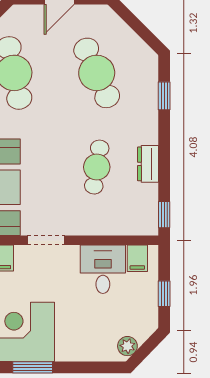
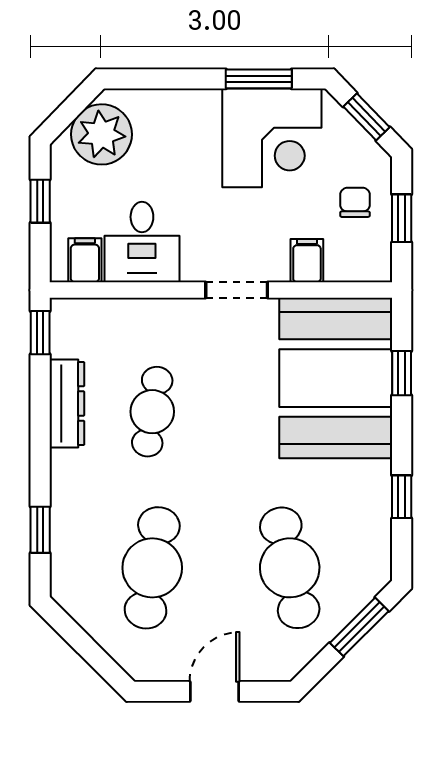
cafe table: (97, 73) -> (152, 568), turned 33
dresser: (148, 164) -> (67, 403), width x1.44
plant: (127, 346) -> (102, 134), width x1.87, depth x1.87

